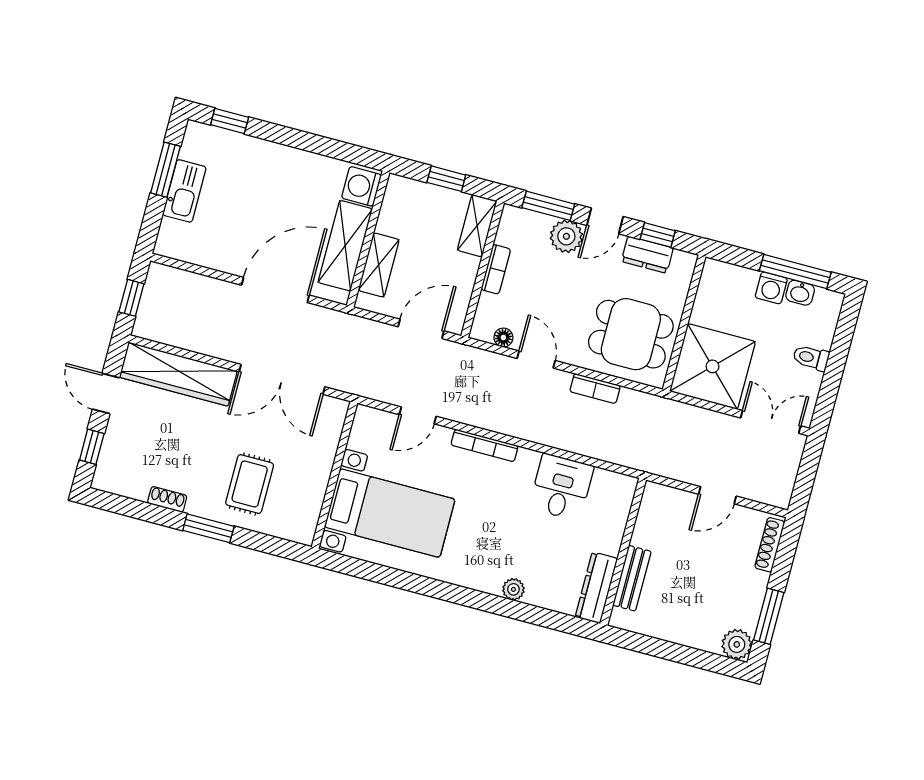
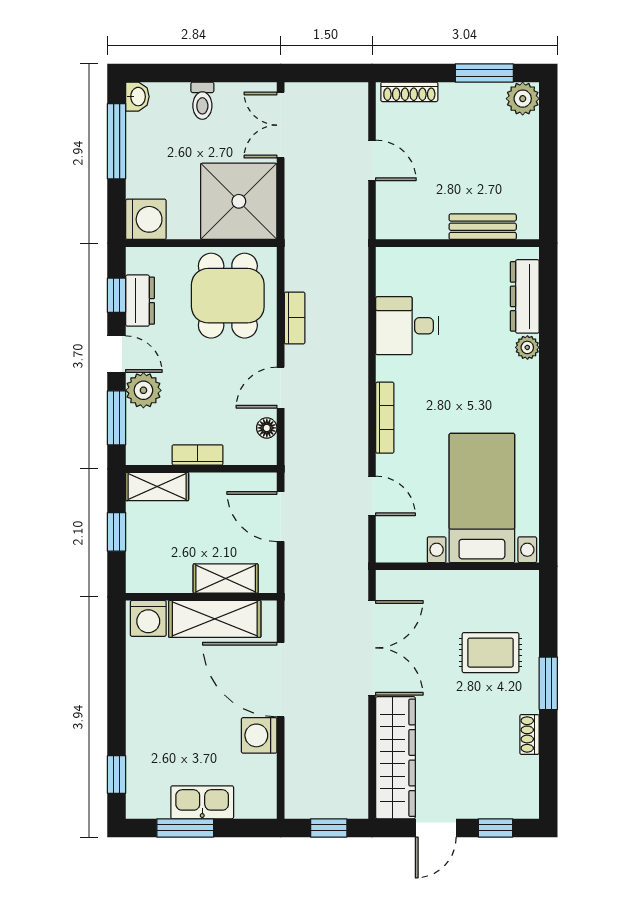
washing machine: (231, 258) -> (259, 735), added
washing machine: (771, 288) -> (146, 219), moved, width x1.38, depth x1.38
washbasin: (800, 293) -> (137, 97), moved
dresser: (596, 588) -> (525, 296), moved, turned 90

